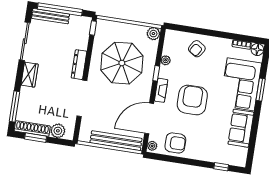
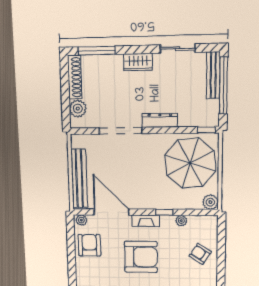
sliding door: (25, 41) -> (177, 49), width x0.73
parasol: (122, 63) -> (190, 163), moved
window: (36, 138) -> (65, 83), removed
armchair: (175, 143) -> (89, 245), turned 180

